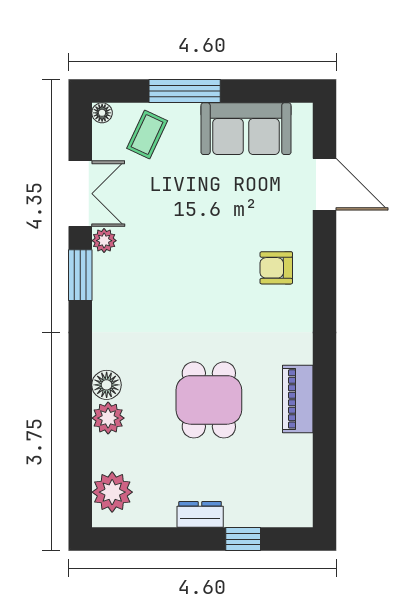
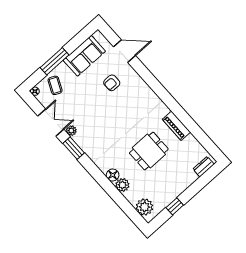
armchair: (276, 268) -> (112, 83), moved
dining table: (209, 400) -> (149, 151), turned 90
dresser: (200, 514) -> (204, 167), moved
window: (243, 539) -> (175, 206), moved

